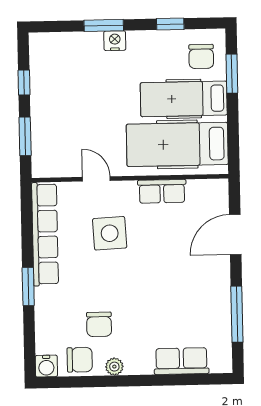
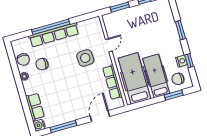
nightstand: (115, 41) -> (182, 61), moved
row of seats: (162, 191) -> (112, 82), width x1.48
row of seats: (45, 234) -> (54, 35), moved
door: (235, 234) -> (100, 116), hinge flipped
window: (28, 287) -> (51, 27), width x2.11
water cooler: (46, 366) -> (39, 125), moved

